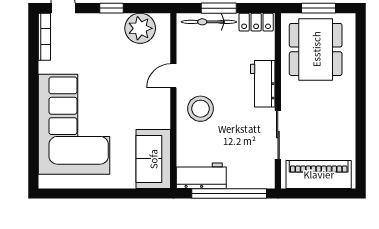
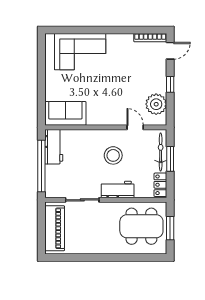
door: (173, 76) -> (135, 127), moved
stool: (200, 109) -> (113, 155), moved
corner sofa: (74, 124) -> (80, 52), width x0.73, depth x0.74

